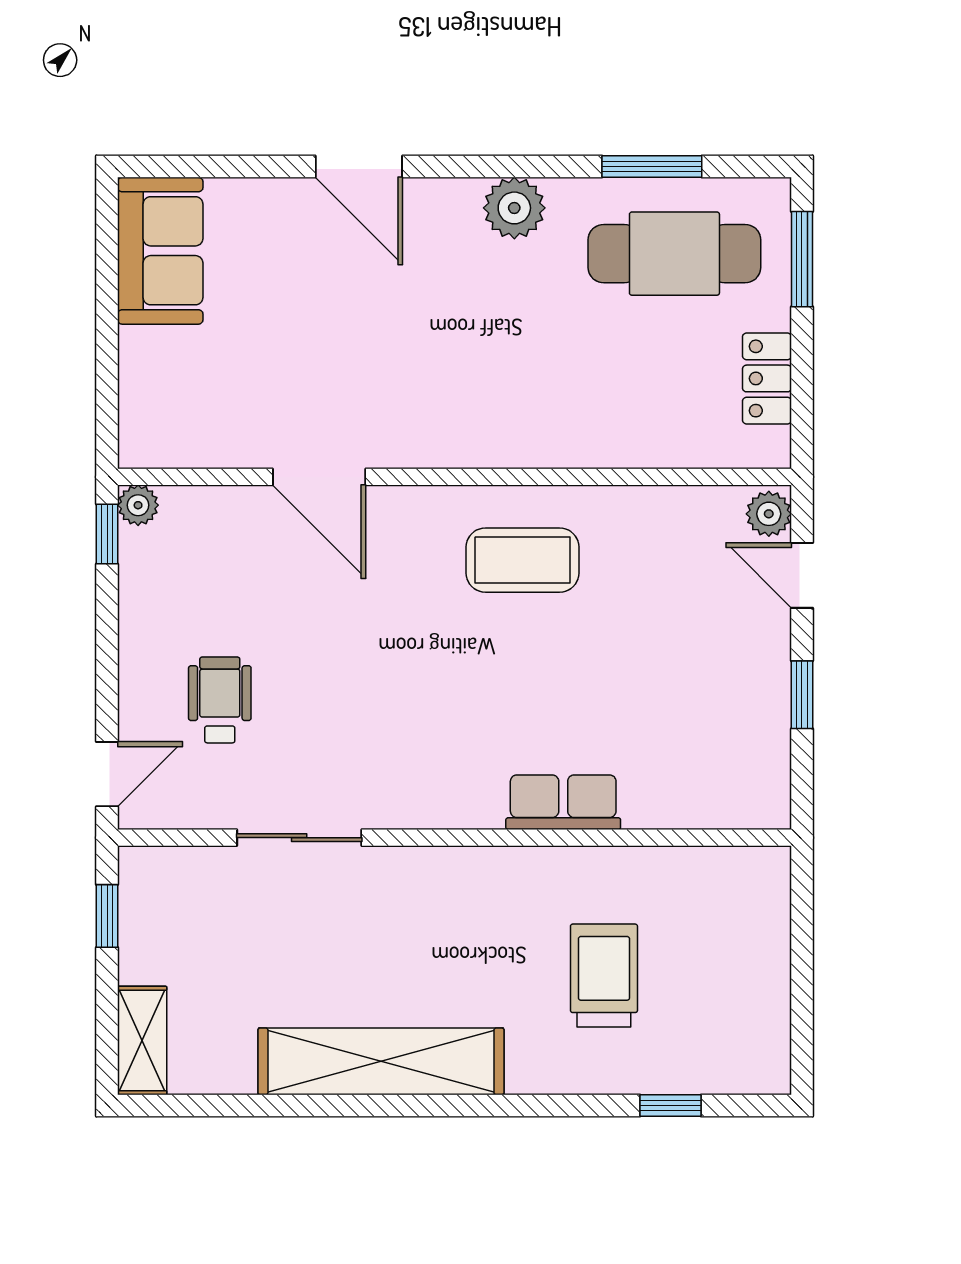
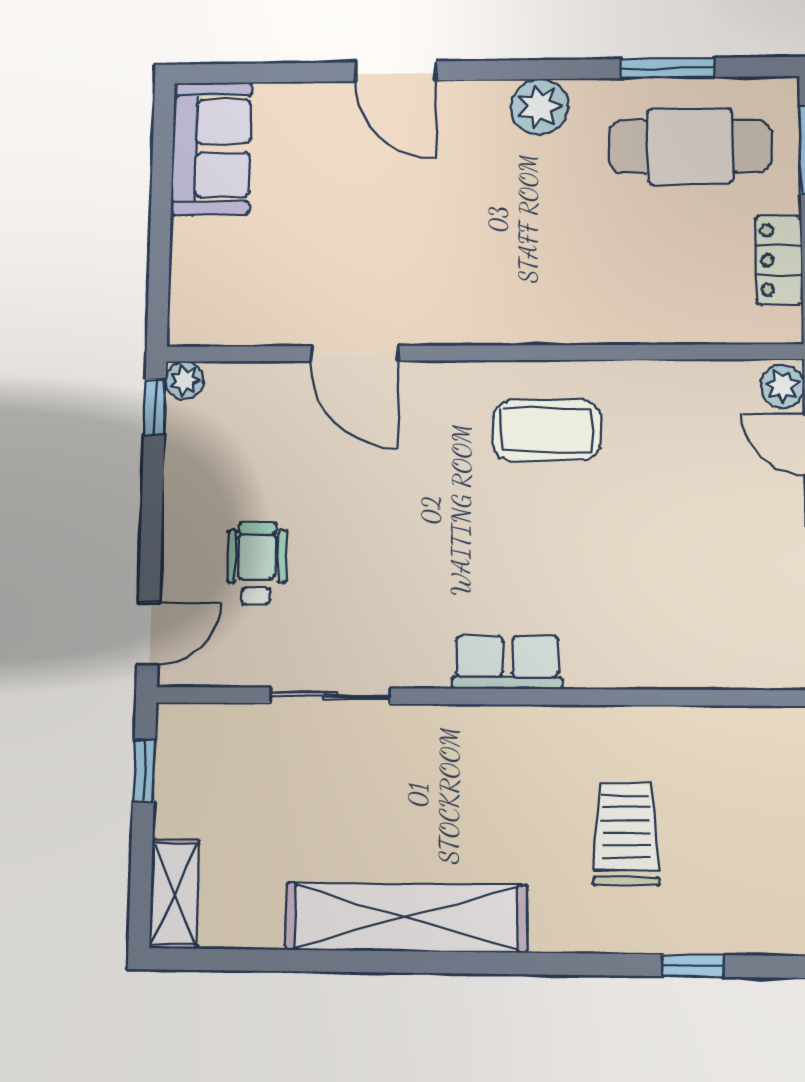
row of seats: (563, 802) -> (507, 662), moved

